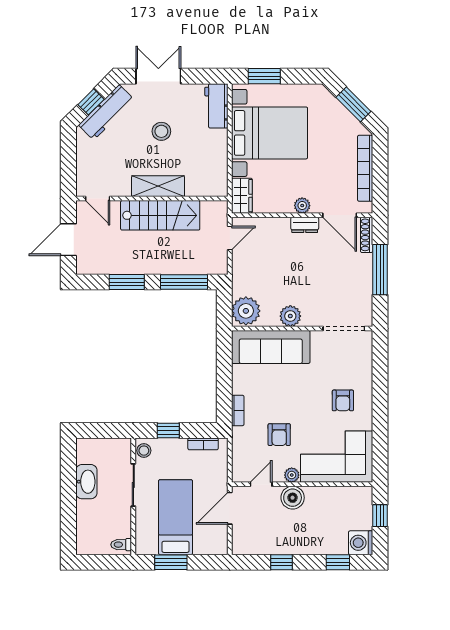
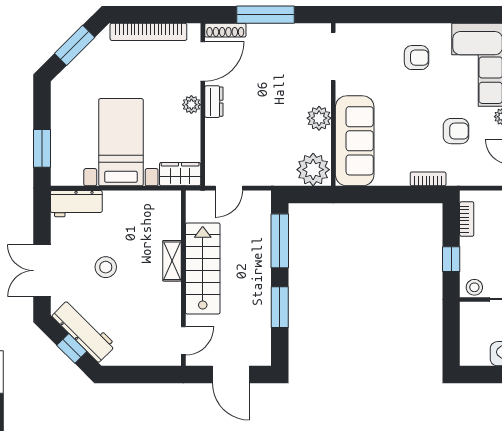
bed with nightstands: (270, 133) -> (121, 142), width x0.73
shelving: (158, 186) -> (172, 261), width x0.67, depth x0.75
door: (230, 238) -> (229, 188), swing flipped

